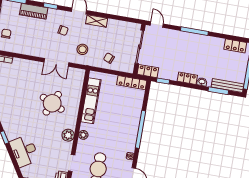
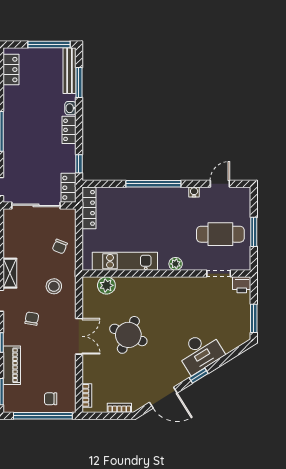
double door: (56, 62) -> (79, 336), moved
round table: (52, 103) -> (128, 335), moved
plant: (68, 135) -> (106, 285), moved
desk: (24, 151) -> (200, 352), moved

